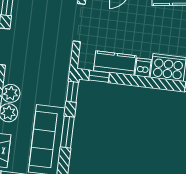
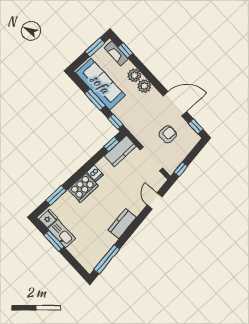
armchair: (40, 27) -> (168, 134), added
kitchen counter: (115, 63) -> (120, 151), moved

